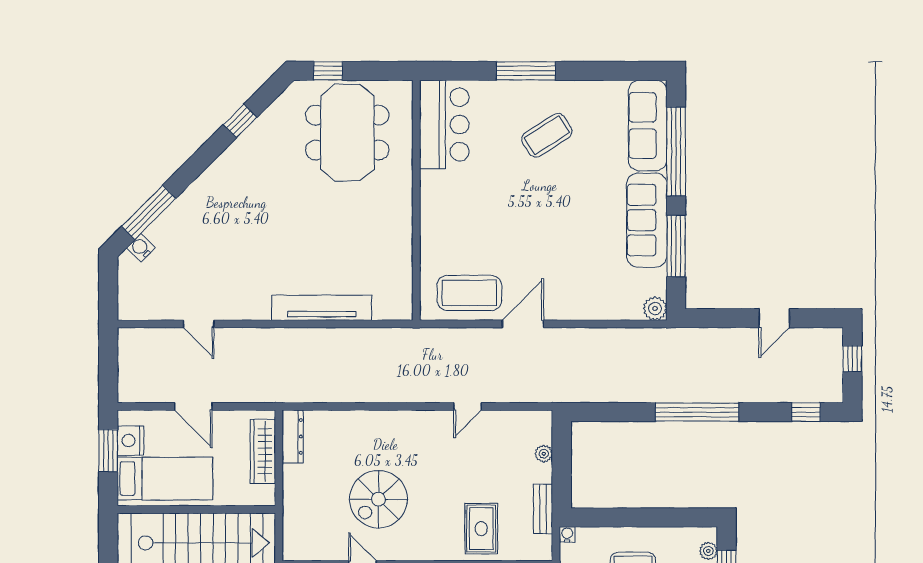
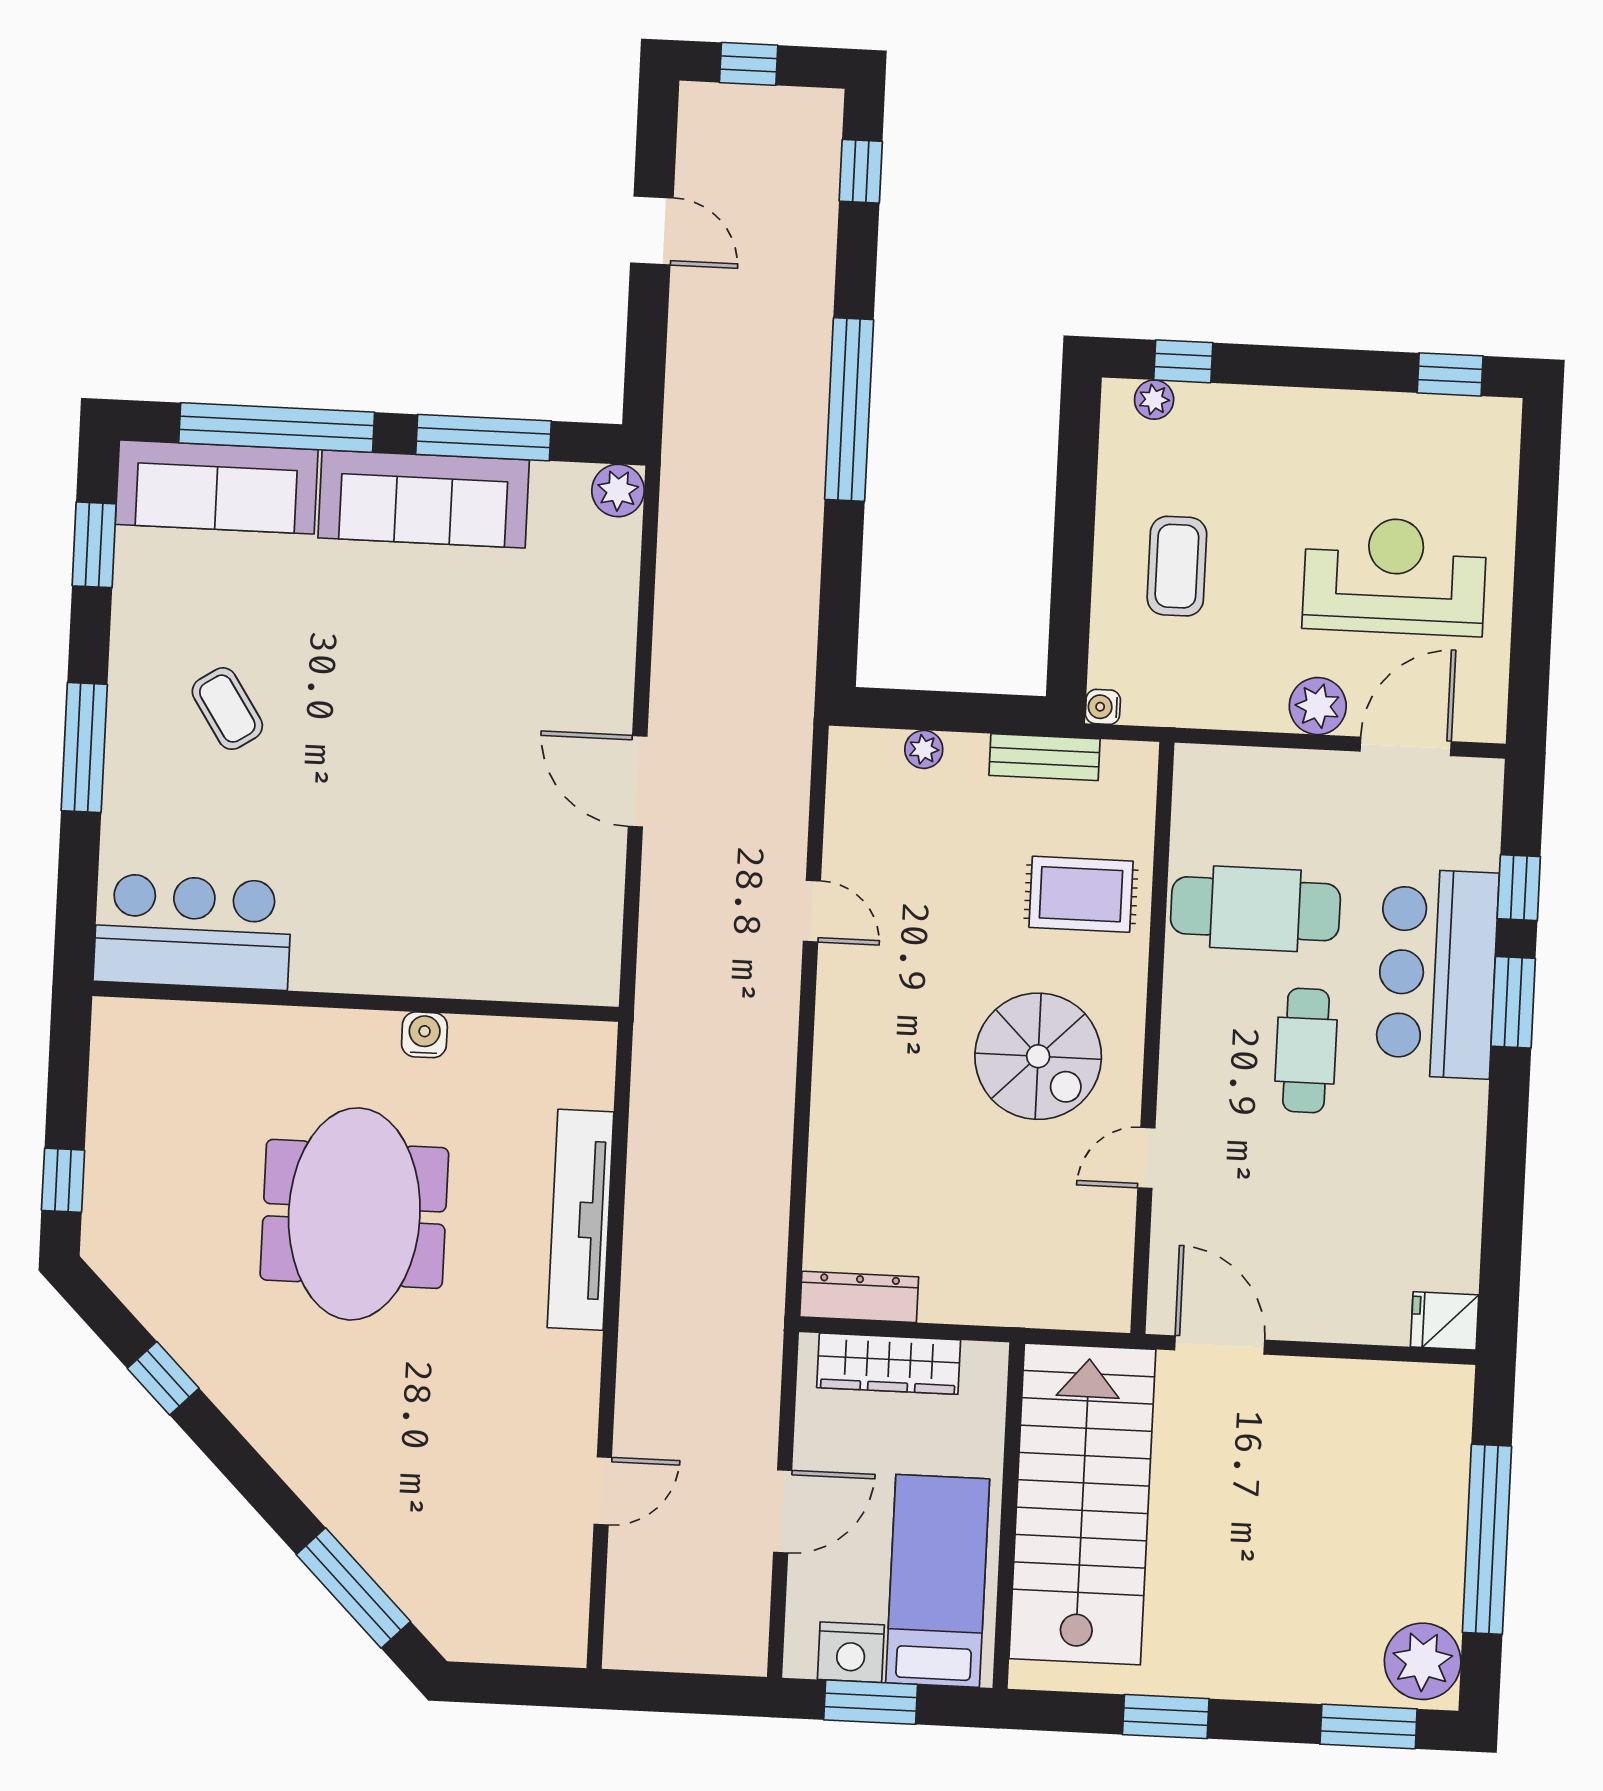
window: (619, 71) -> (94, 545), added
meeting table: (347, 133) -> (354, 1214), moved, turned 90
coffee table: (547, 135) -> (227, 709), width x0.73, depth x0.77
water cooler: (141, 248) -> (424, 1035), moved, turned 135
coffee table: (469, 293) -> (564, 895), removed
spiral stairs: (378, 499) -> (1038, 1056), moved

